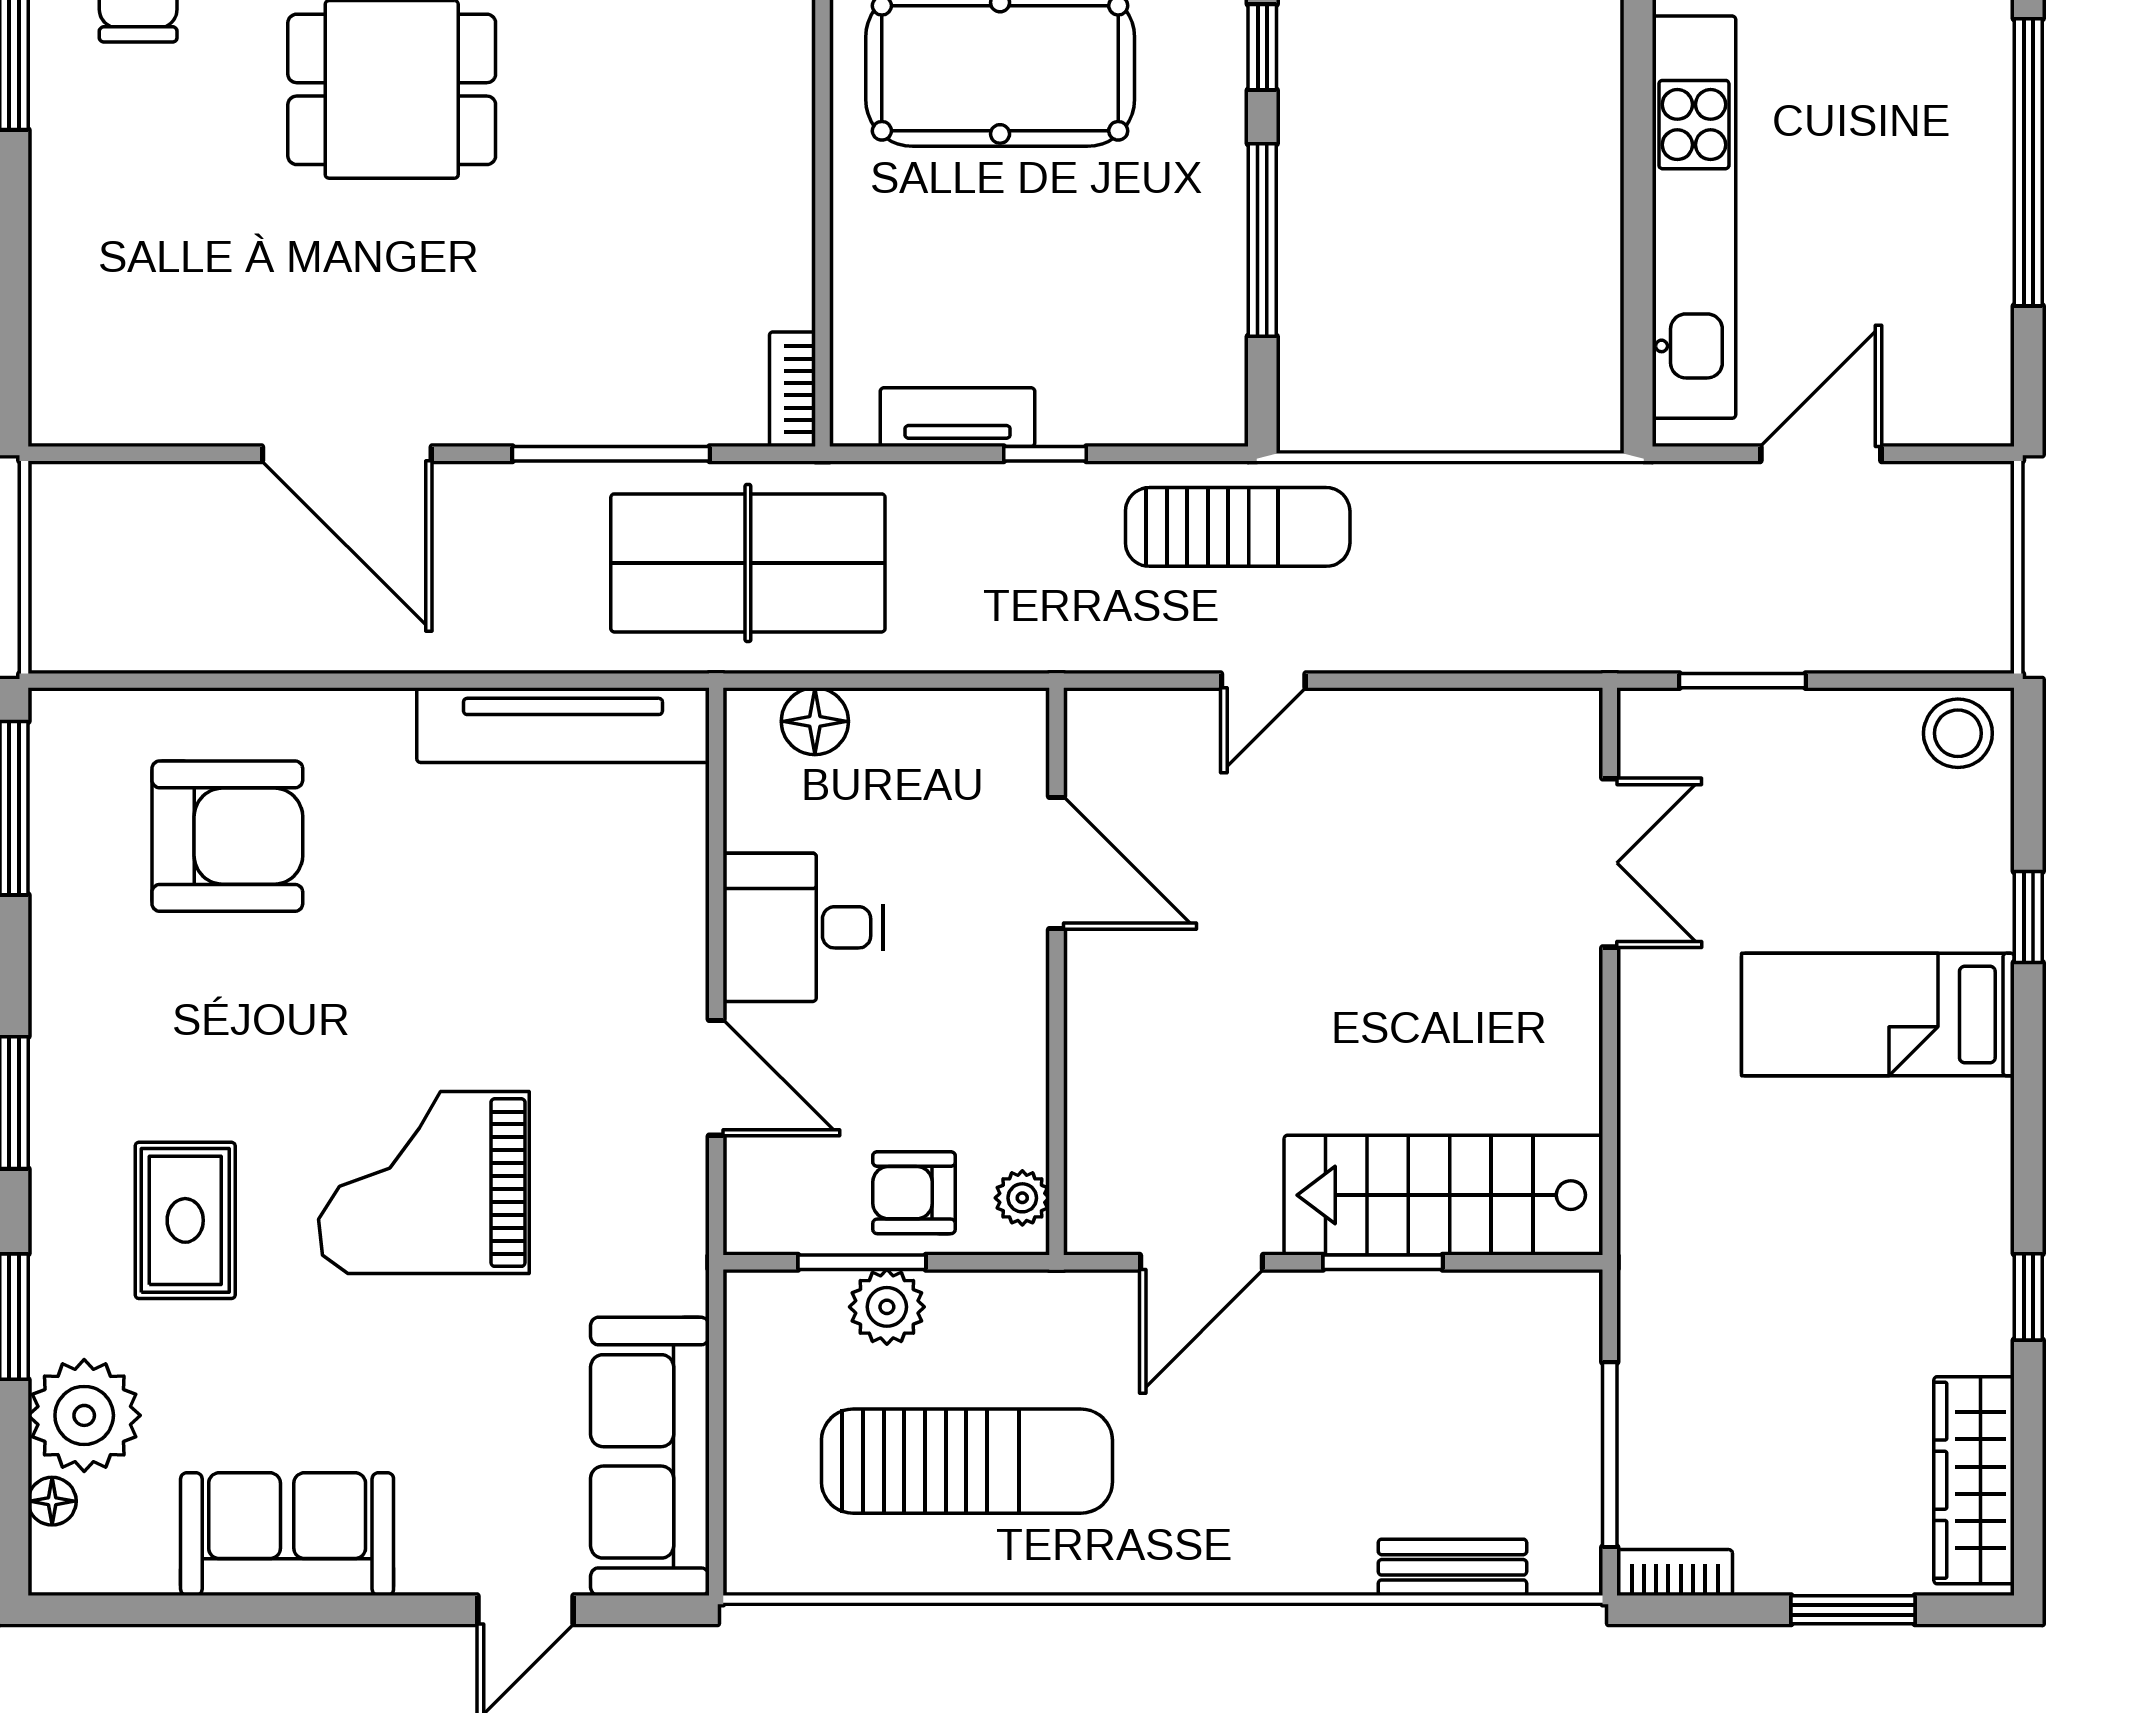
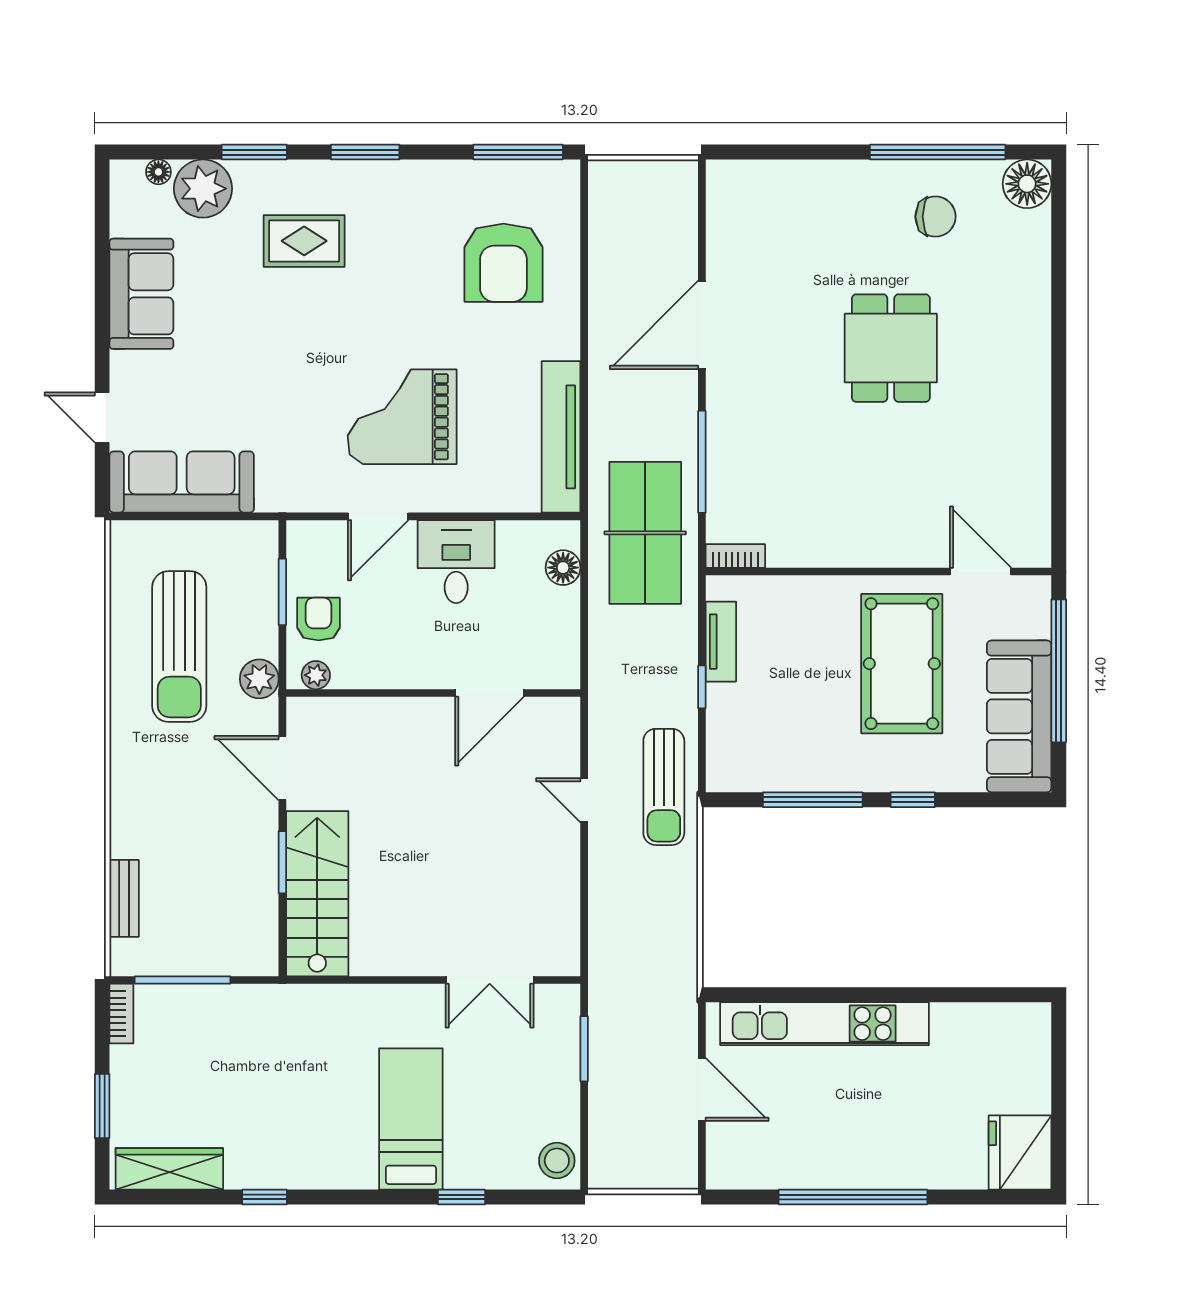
grand piano: (424, 1183) -> (402, 417), moved, turned -90
plant: (887, 1307) -> (259, 679), moved

